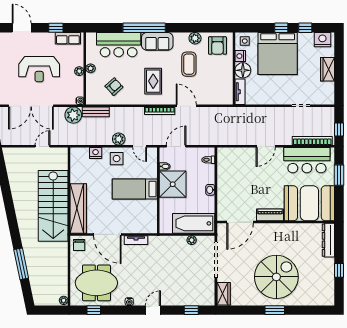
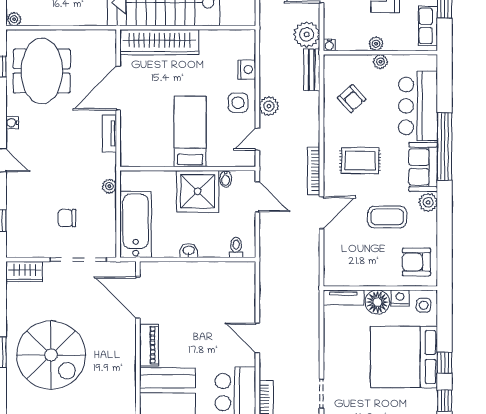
plant: (195, 38) -> (428, 202), moved
plant: (192, 240) -> (109, 186), moved
chair: (79, 245) -> (67, 218), moved

